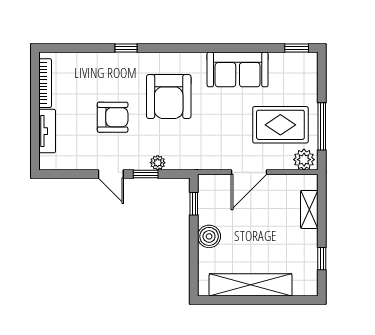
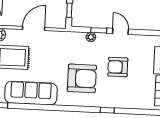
sofa: (238, 69) -> (31, 93), width x1.36
armchair: (169, 97) -> (82, 78), turned 90

